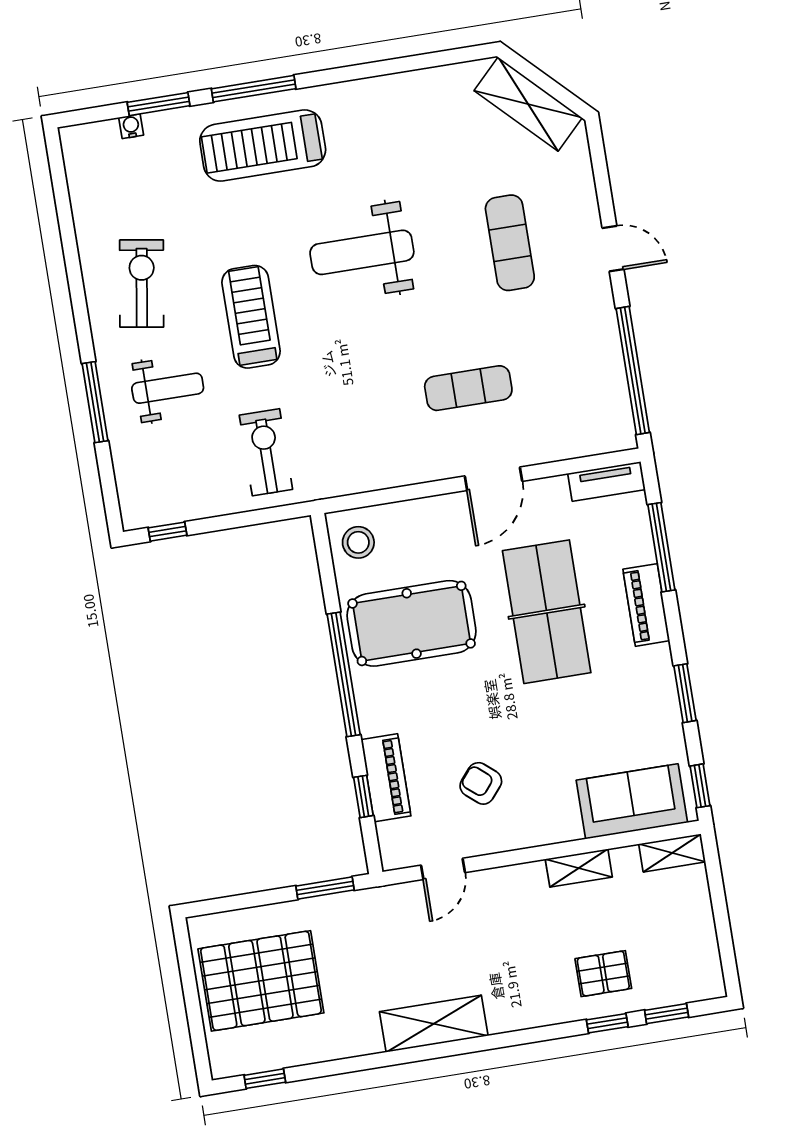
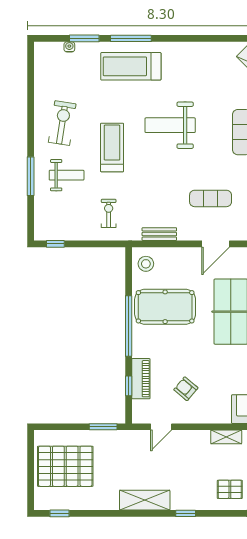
exercise bike: (266, 452) -> (109, 213), width x0.73, depth x0.72
bench: (376, 477) -> (159, 234), added
window: (607, 1023) -> (186, 513), moved

